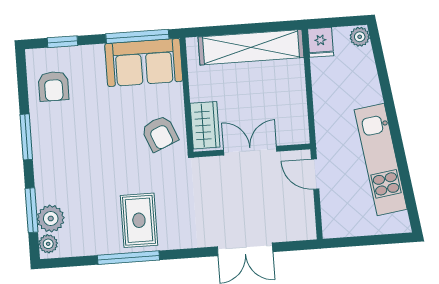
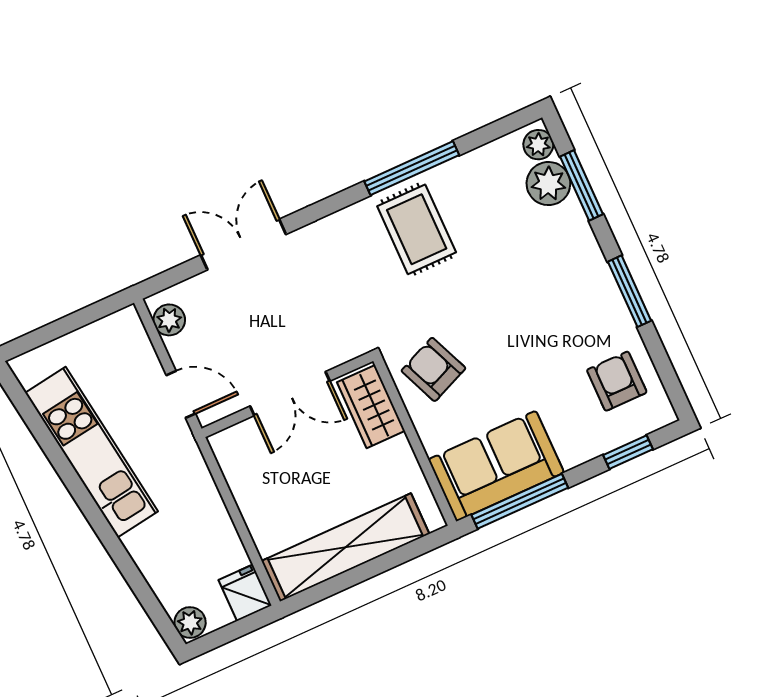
plant: (306, 221) -> (169, 320), added

